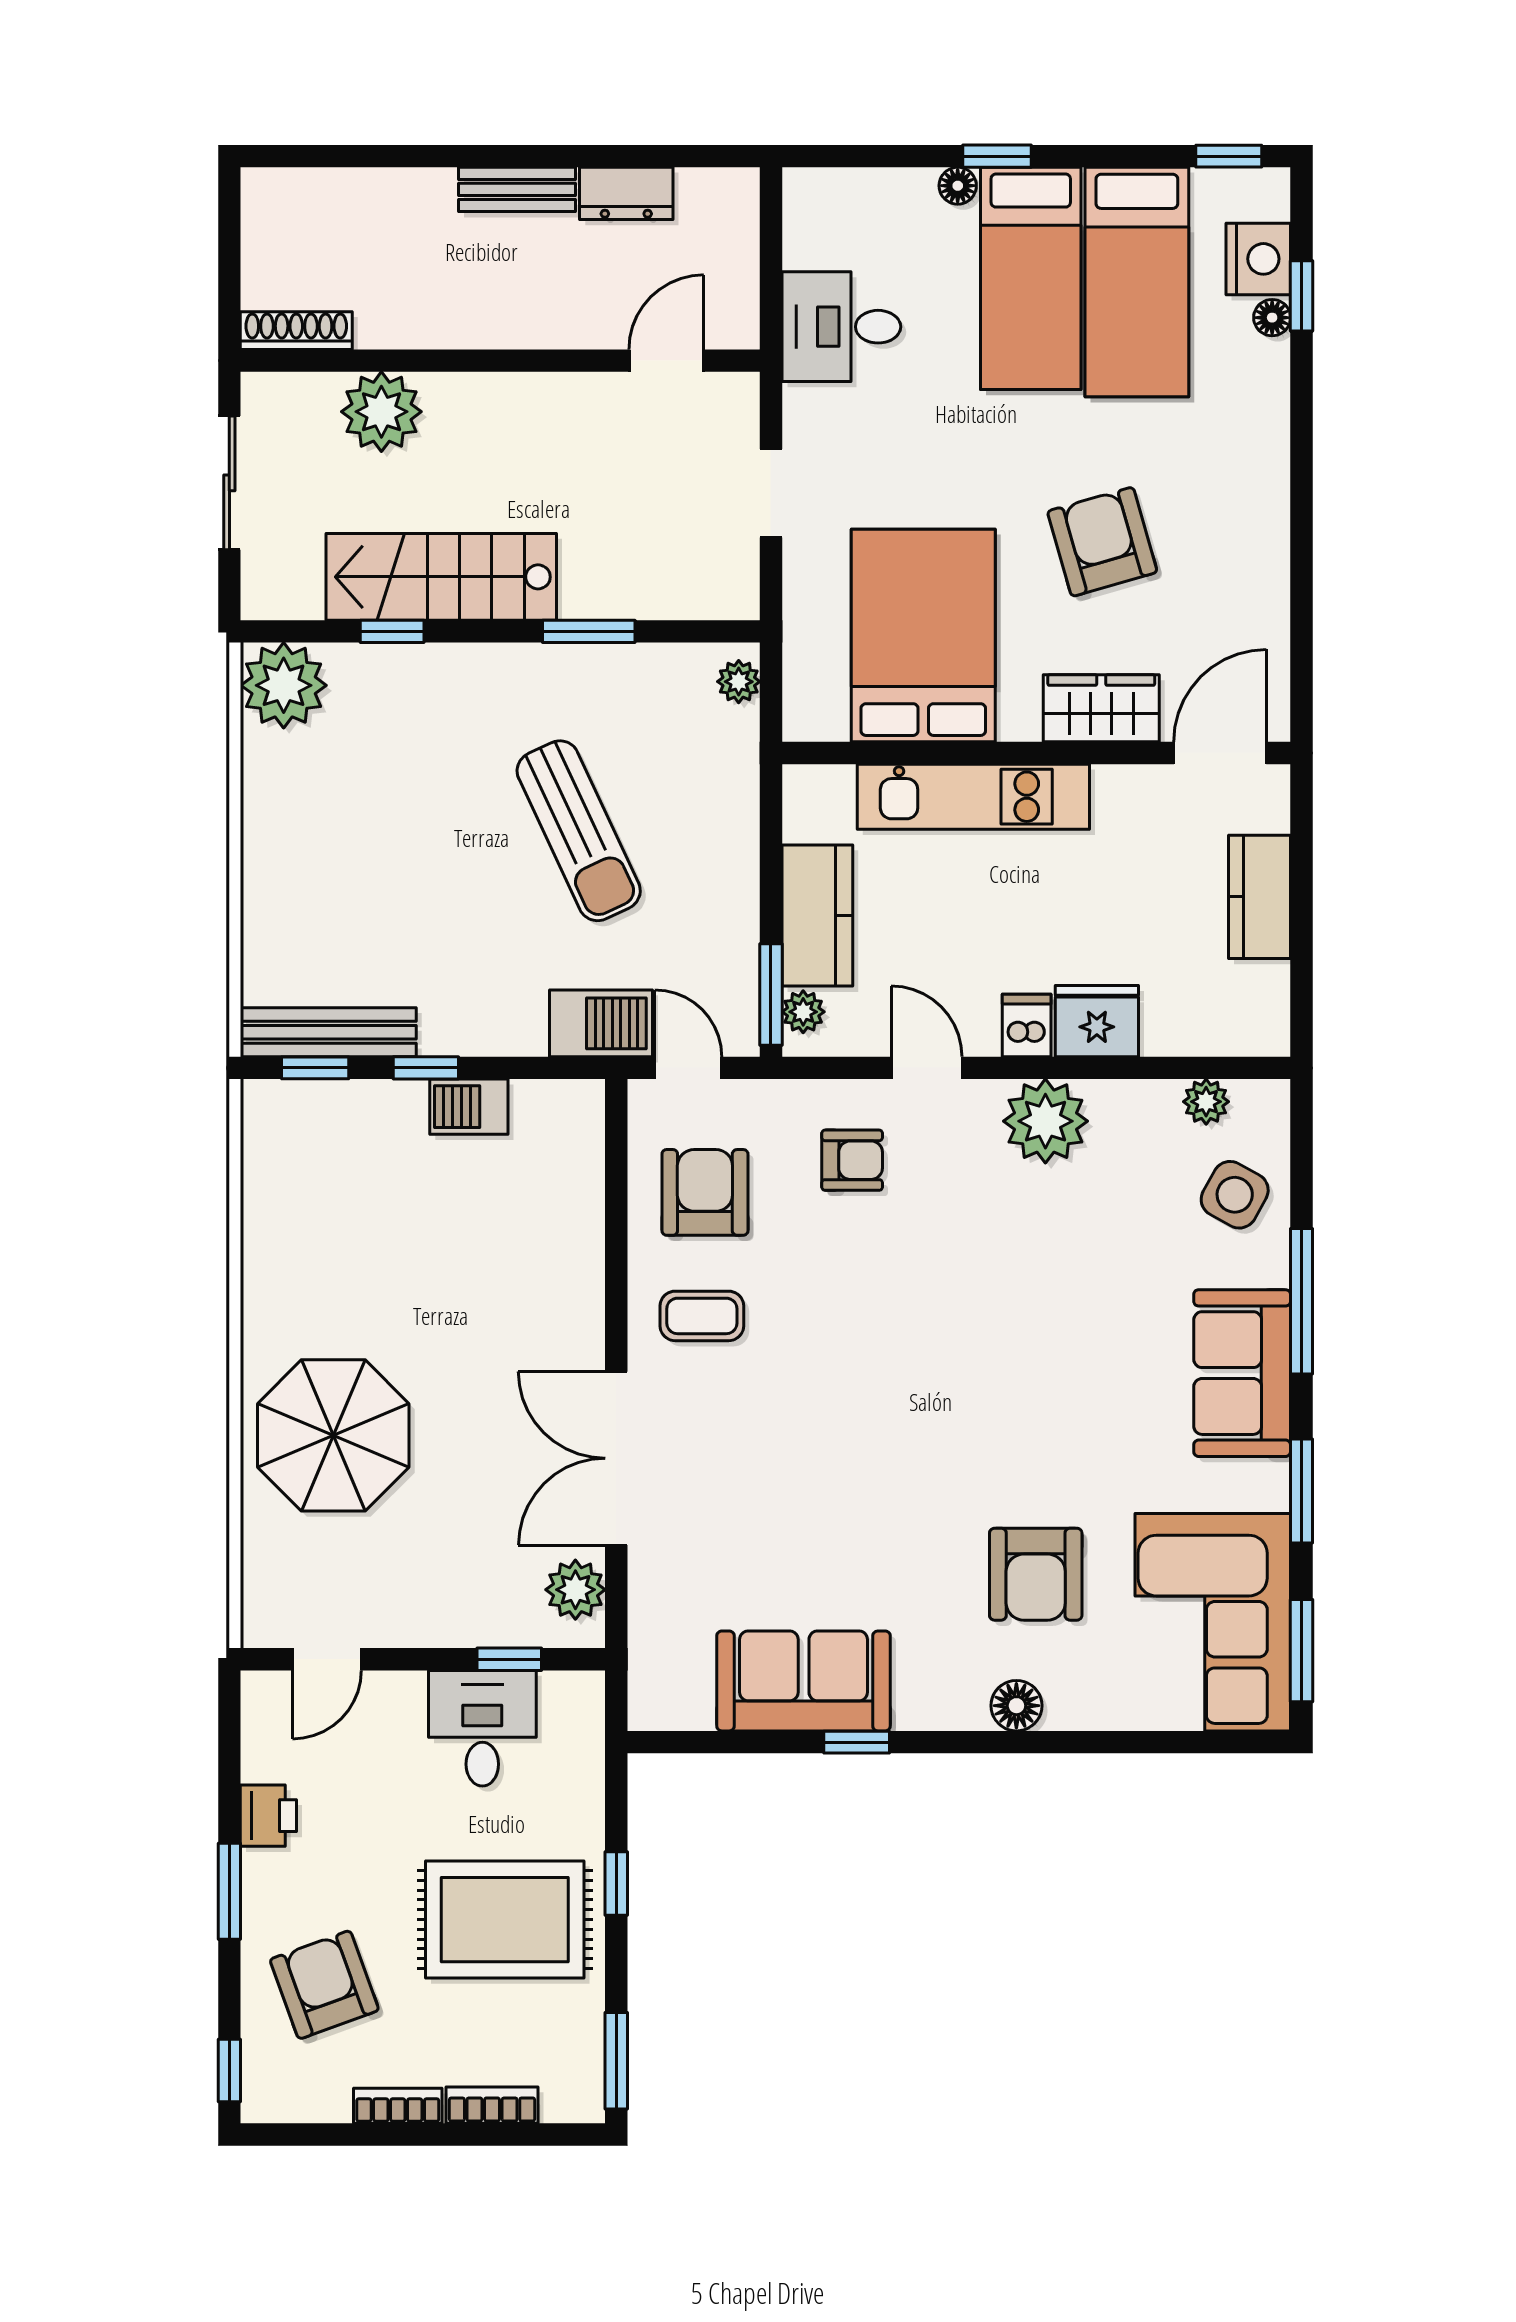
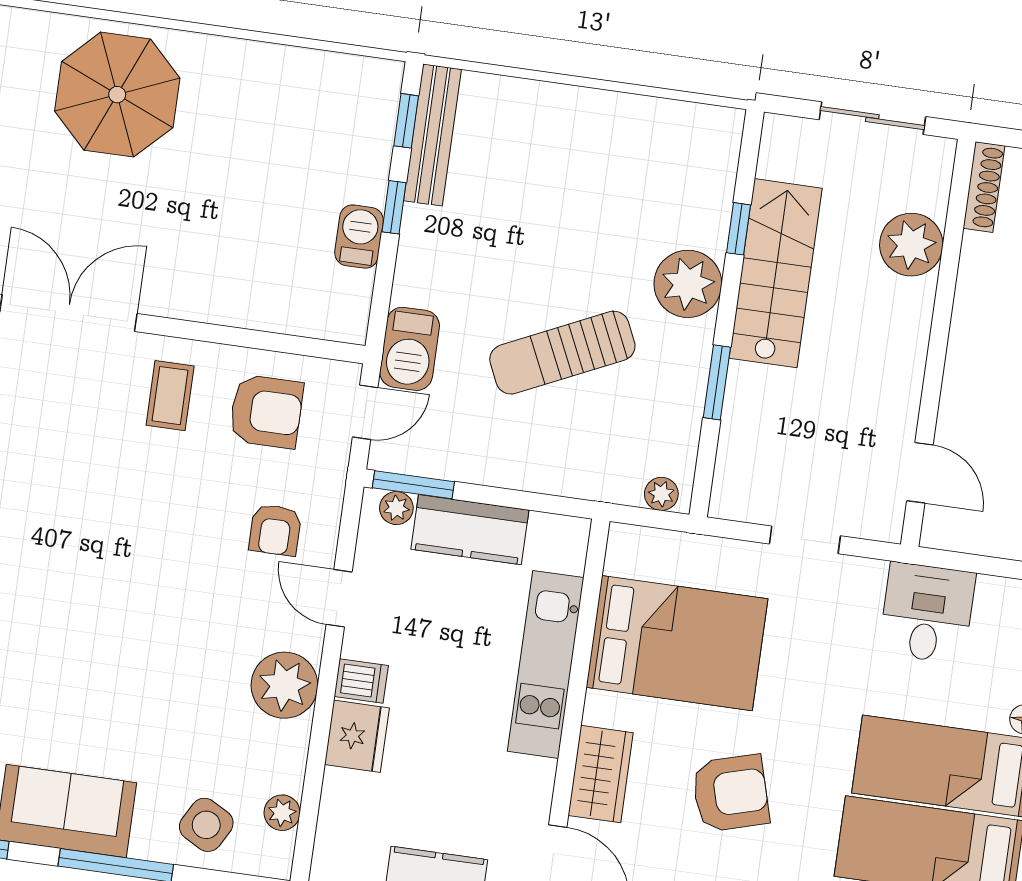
plant: (284, 685) -> (688, 284), moved
door: (927, 1068) -> (339, 598), swing flipped

